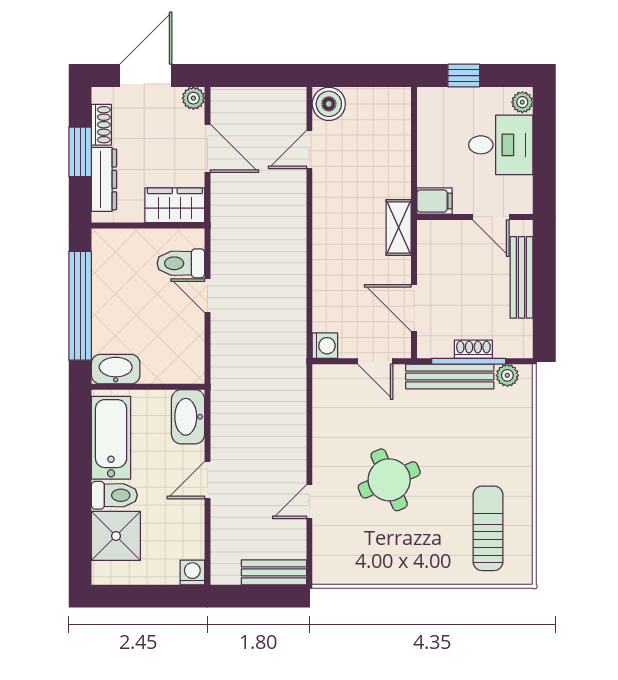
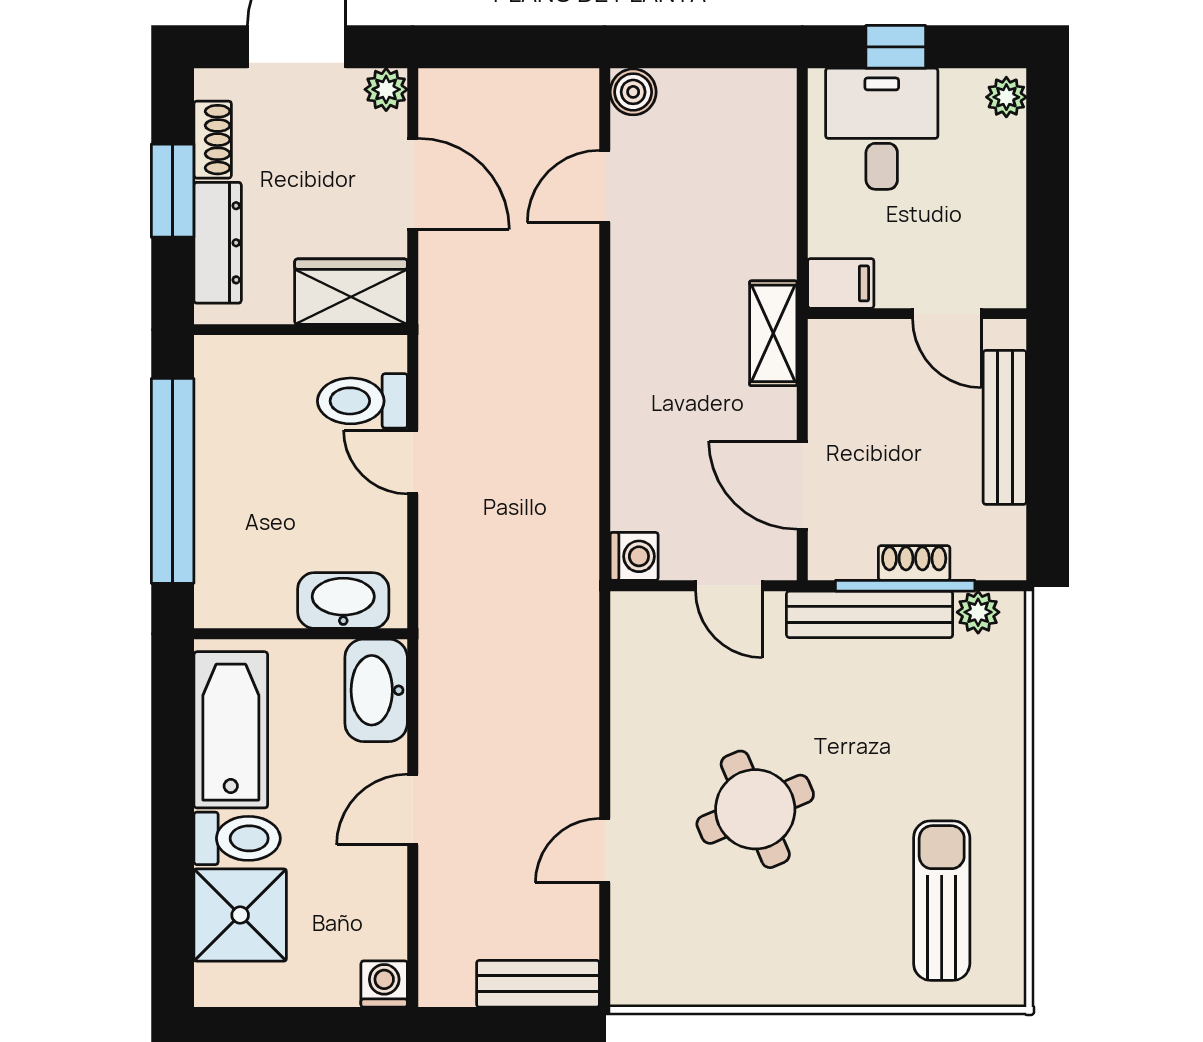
boiler: (329, 104) -> (633, 92), width x0.73, depth x0.73
desk: (501, 145) -> (882, 129), moved, turned -90
washbasin: (116, 369) -> (343, 601), moved

